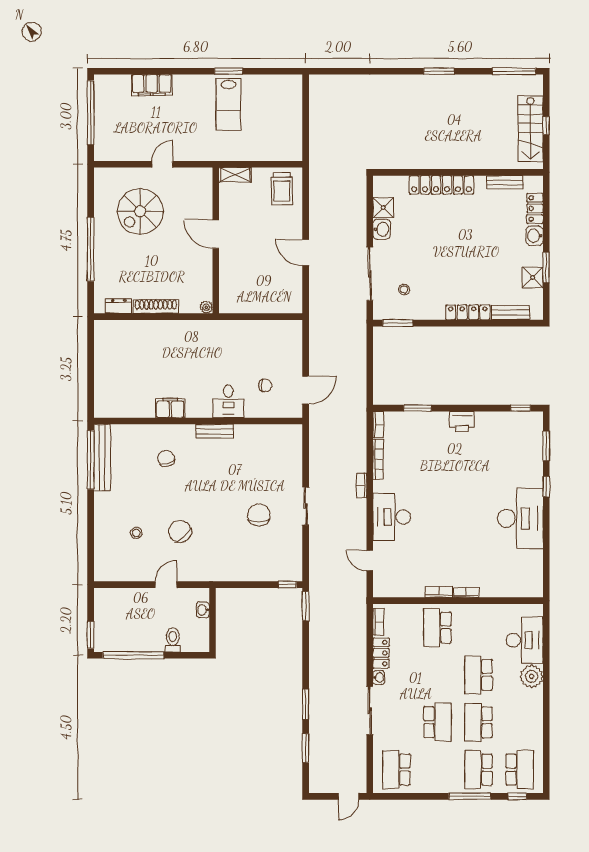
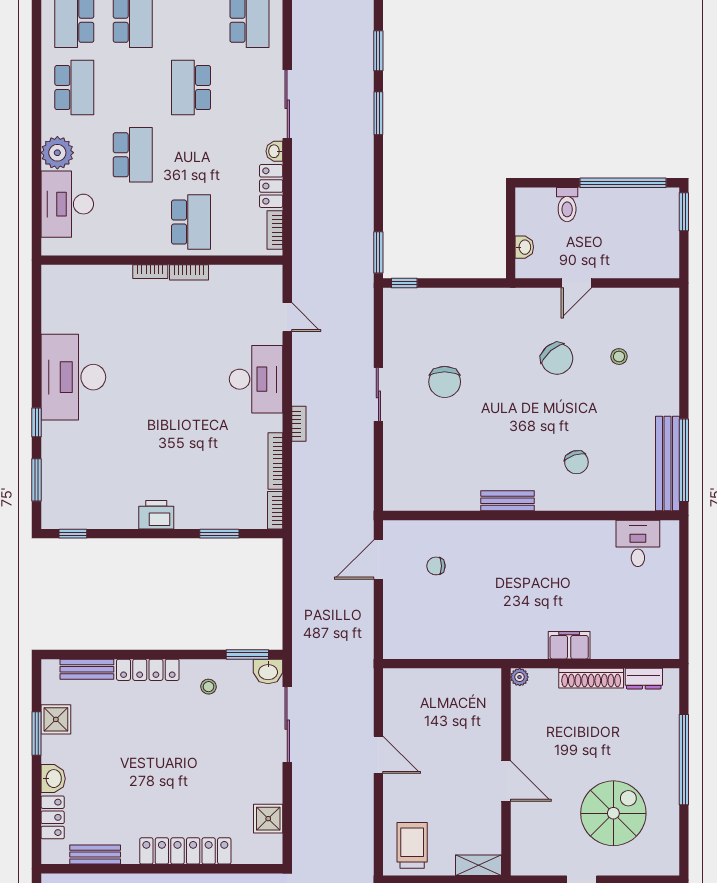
washbasin: (382, 229) -> (268, 671), moved, turned -90
stool: (404, 290) -> (209, 687), moved
desk: (228, 401) -> (638, 543), moved
filing cabinet: (170, 408) -> (569, 645), moved, turned 180
school desk: (479, 722) -> (74, 88), moved

